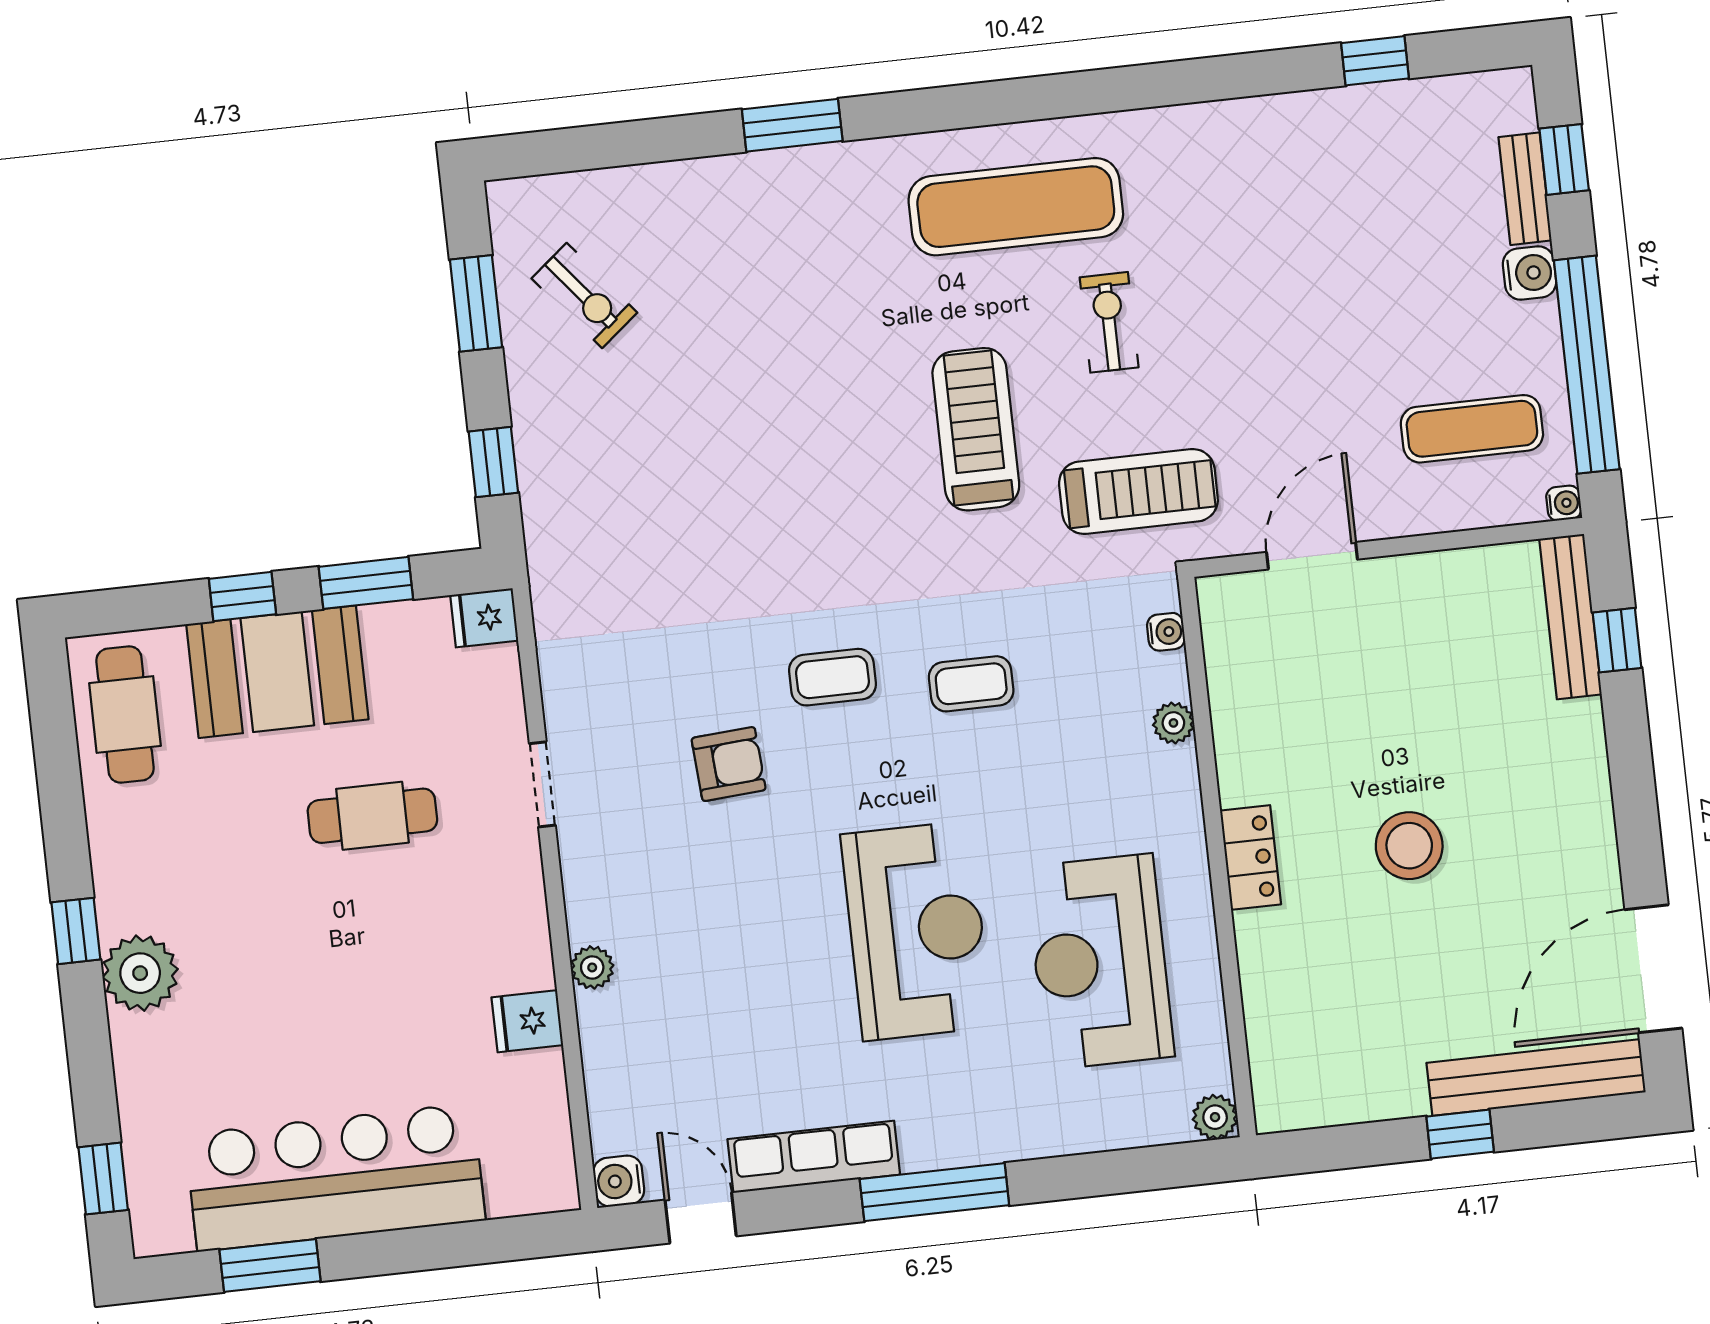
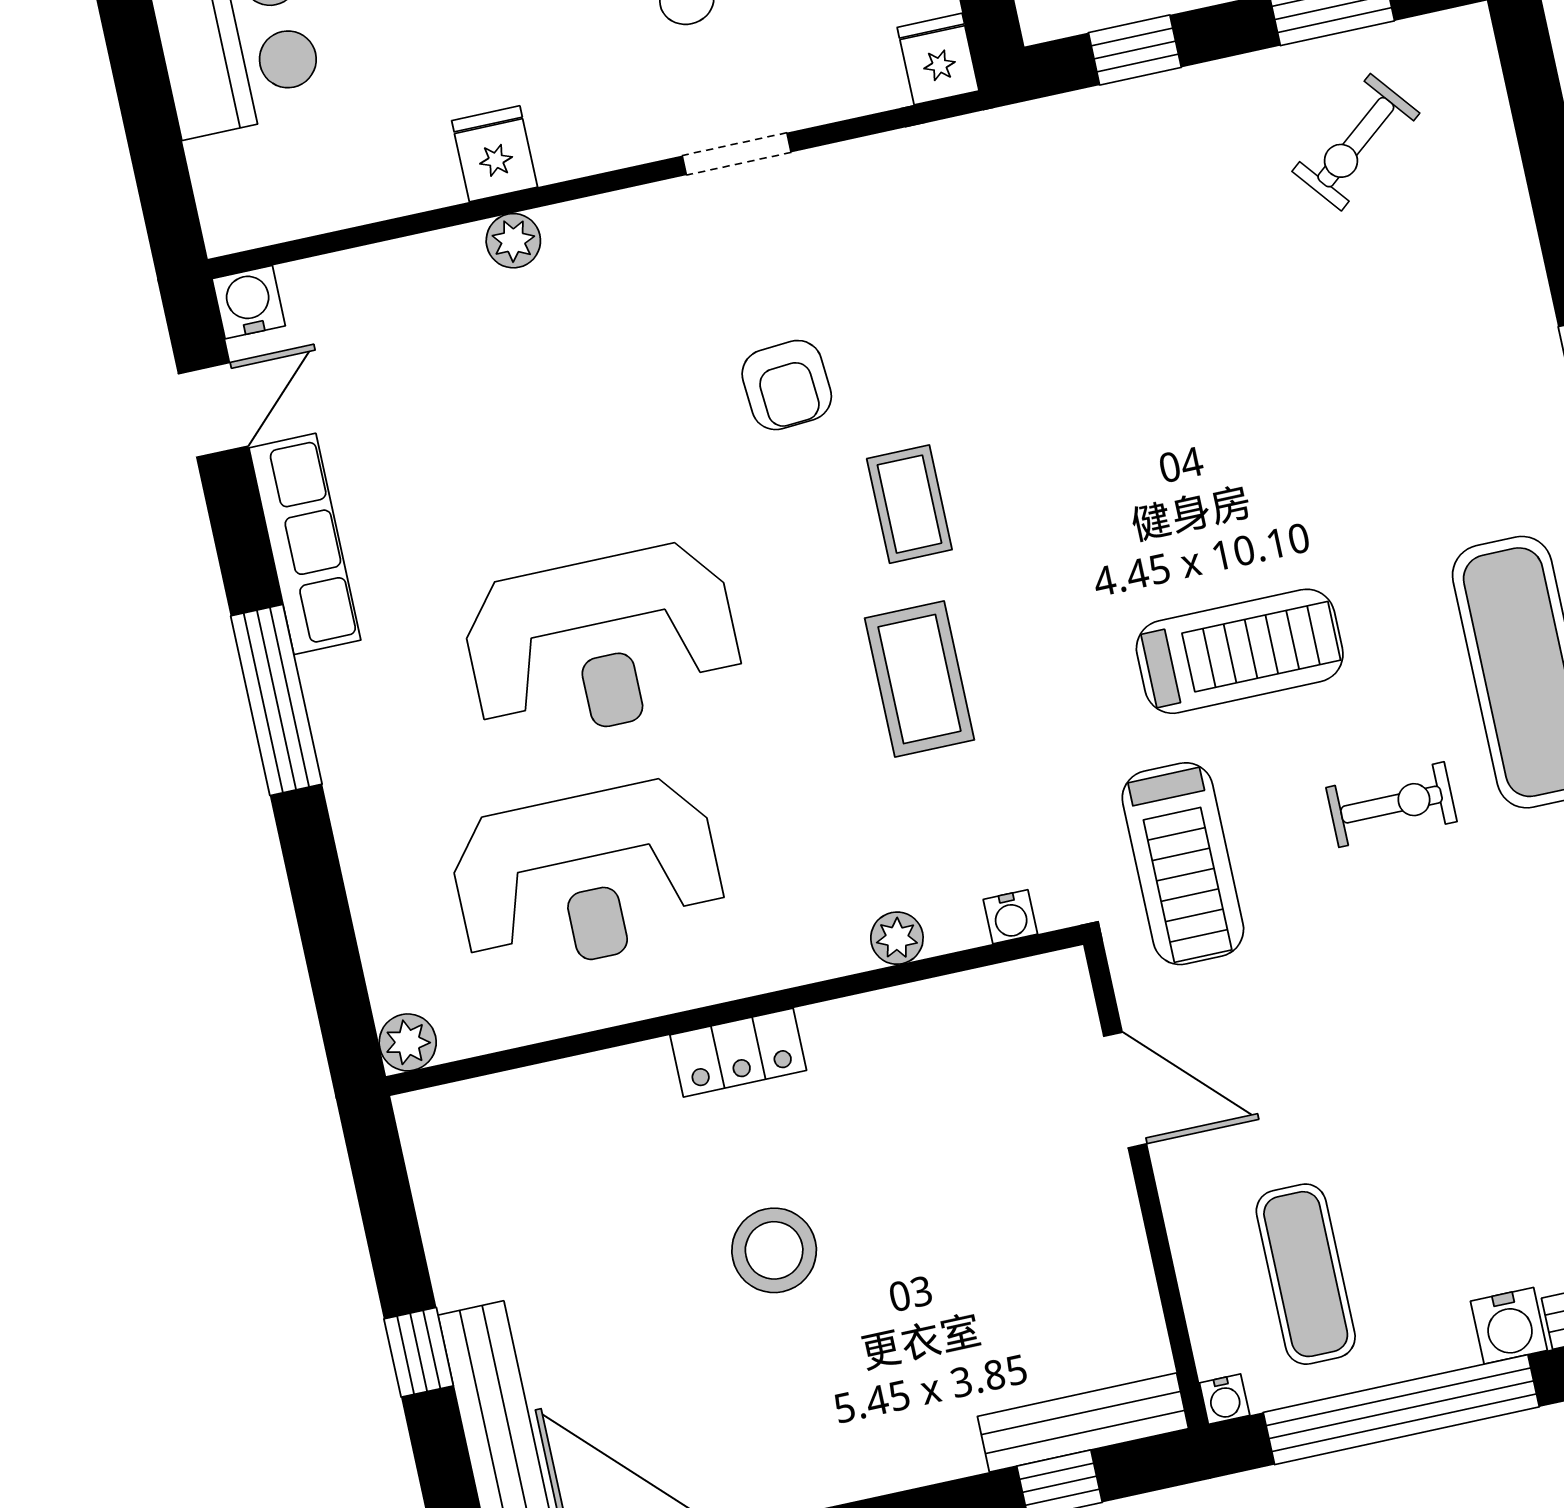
coffee table: (971, 684) -> (919, 679), width x1.36, depth x1.30
reception desk: (1100, 962) -> (587, 877), turned 180
fridge: (527, 1021) -> (495, 154), moved

